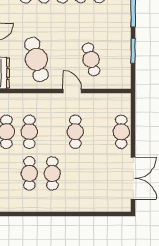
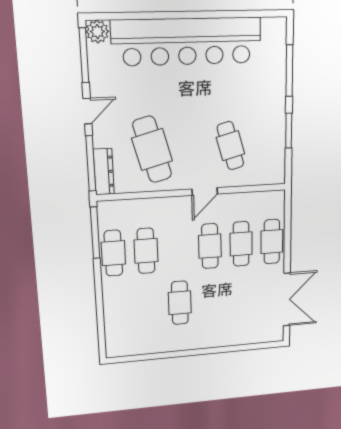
door: (72, 91) -> (205, 191), swing flipped
cafe table: (29, 173) -> (241, 244), moved

